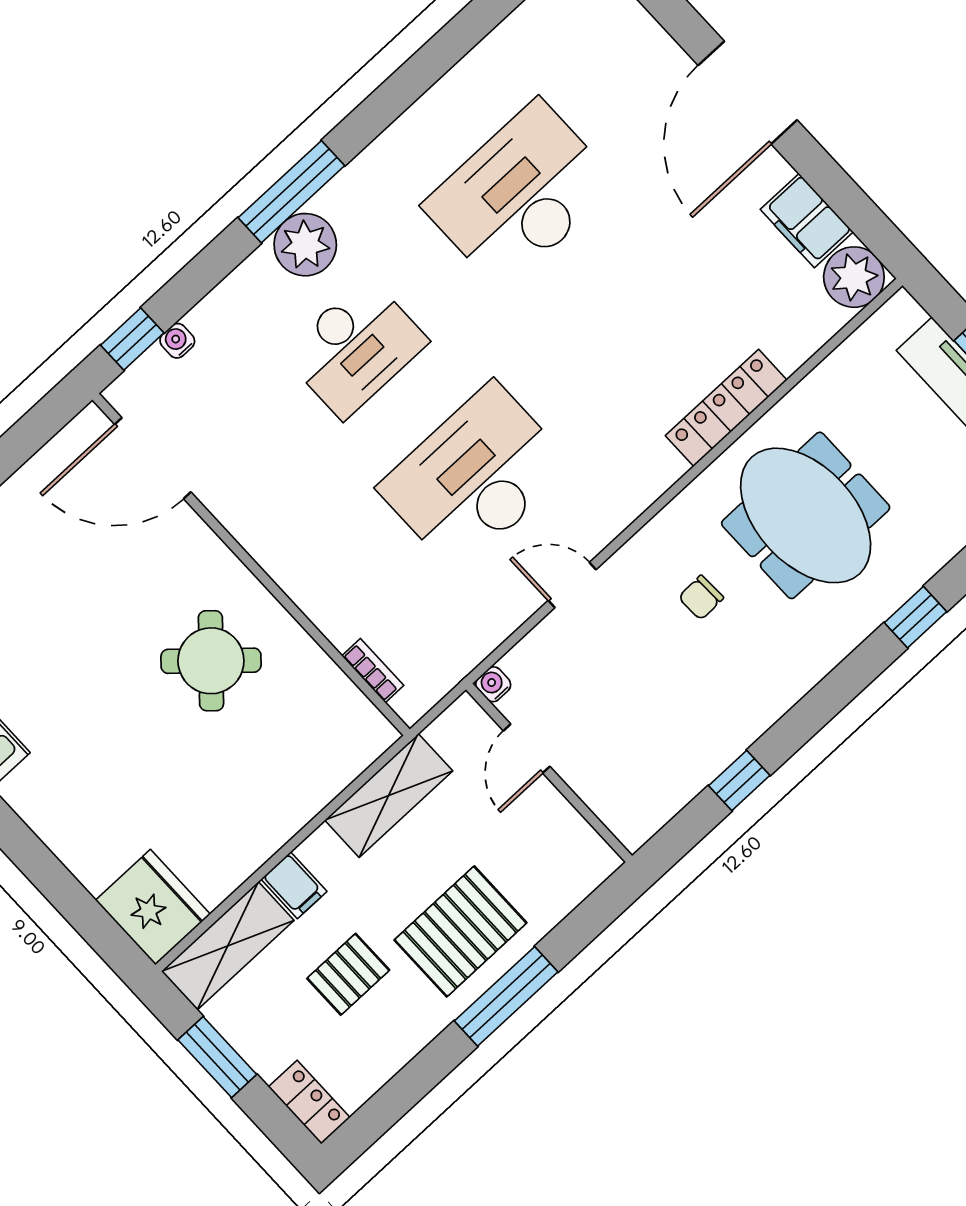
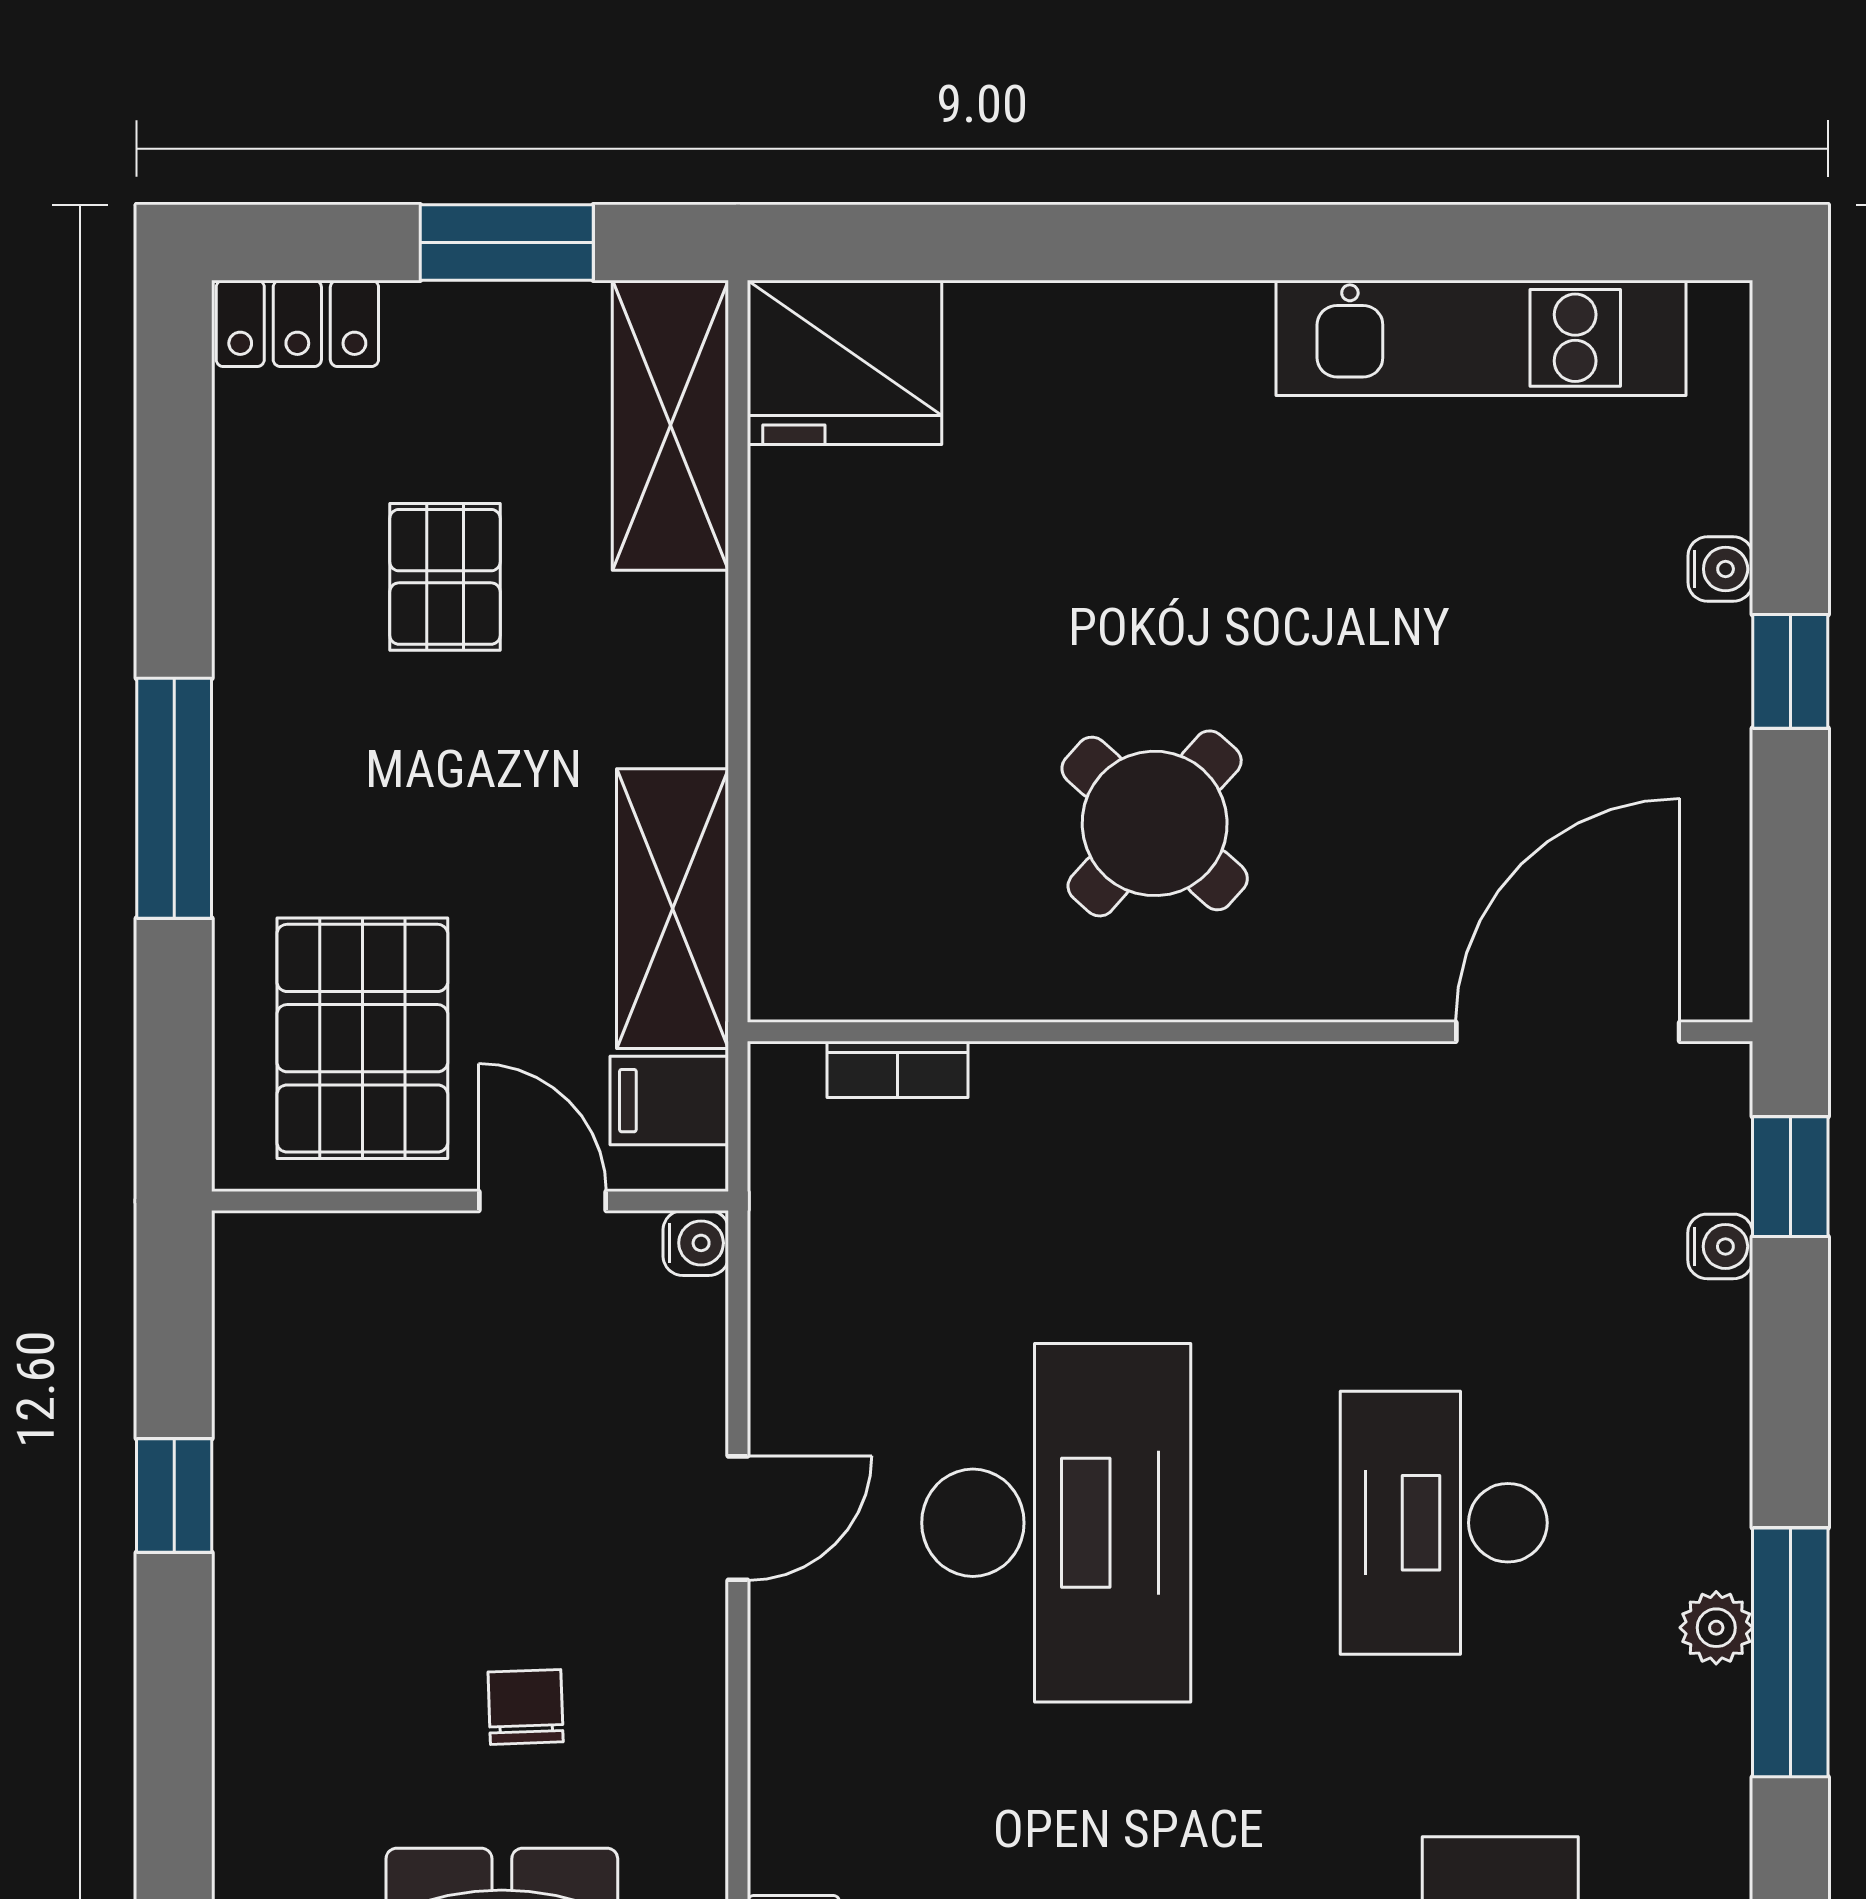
plant: (305, 245) -> (1716, 1628), width x0.53, depth x0.53
filing cabinet: (294, 885) -> (669, 1101), moved
pallet: (460, 931) -> (362, 1038), moved

